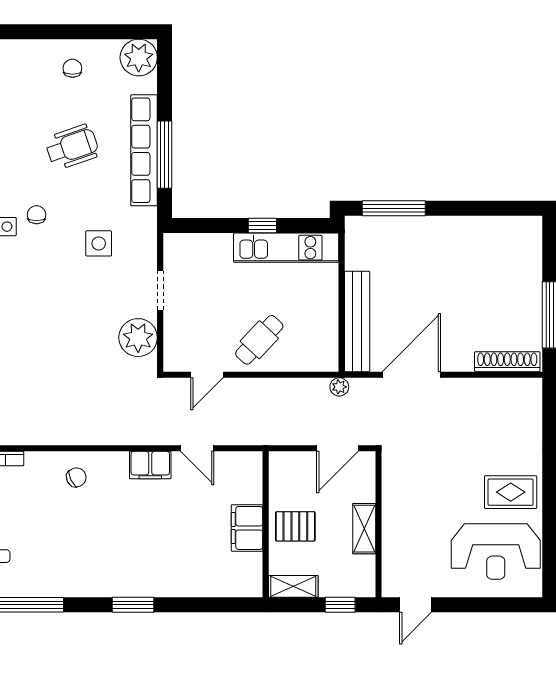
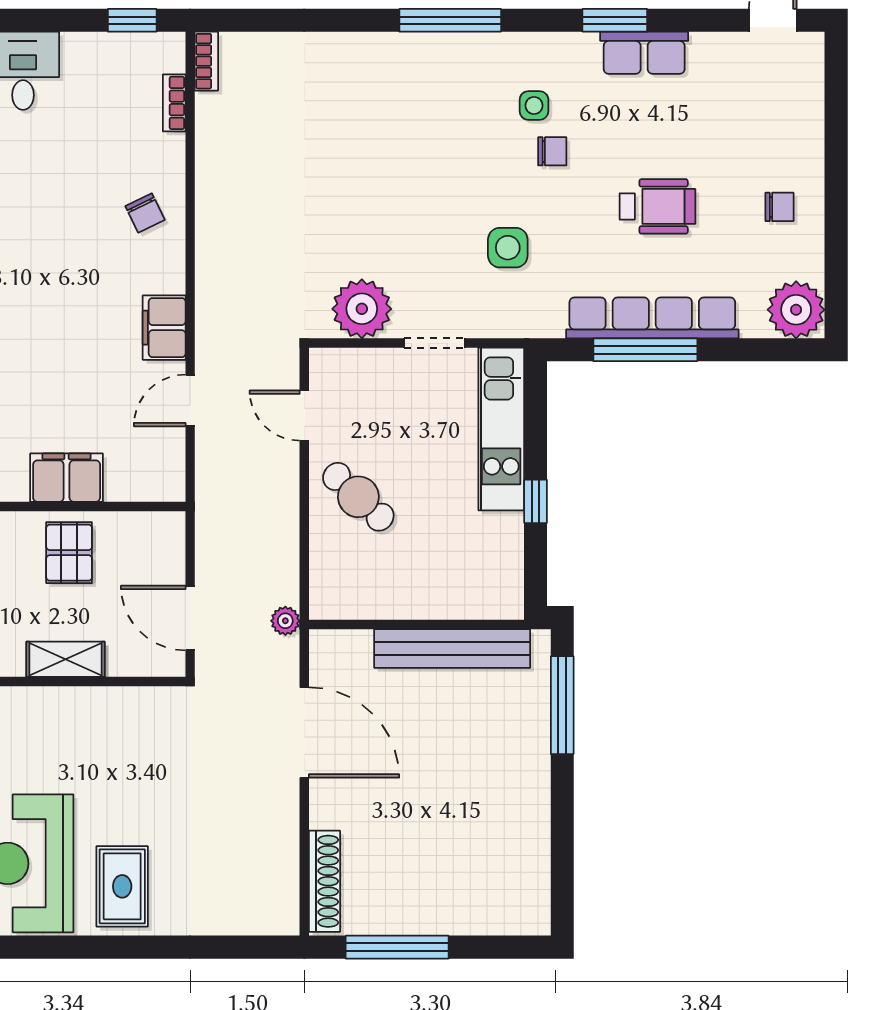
wheelchair: (72, 147) -> (657, 206), turned -71
kitchen unit: (286, 248) -> (501, 429), moved
bench: (357, 321) -> (452, 648), moved

